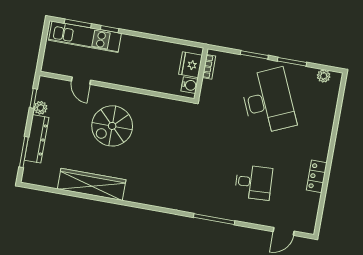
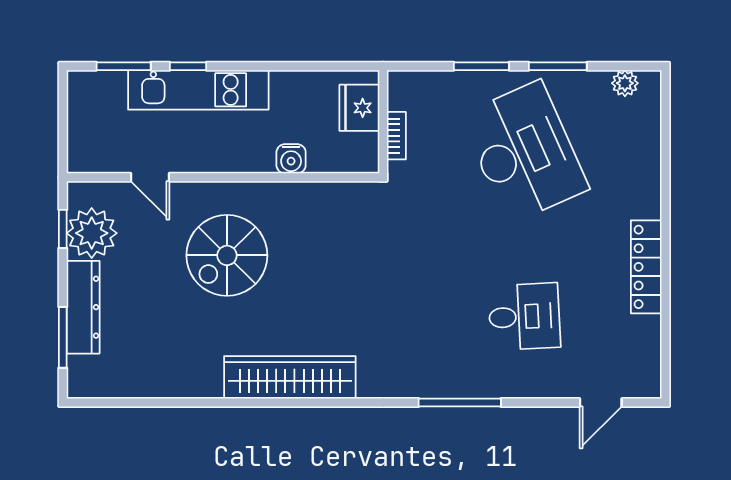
kitchen unit: (85, 37) -> (198, 90), moved
bookcase: (209, 67) -> (396, 136), moved
water cooler: (190, 85) -> (291, 159), moved, turned 90
plant: (41, 108) -> (92, 233), width x1.87, depth x1.87
locker: (317, 176) -> (646, 267), width x1.53
wardrobe: (92, 184) -> (290, 377), moved

